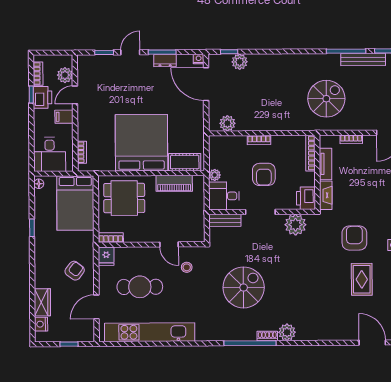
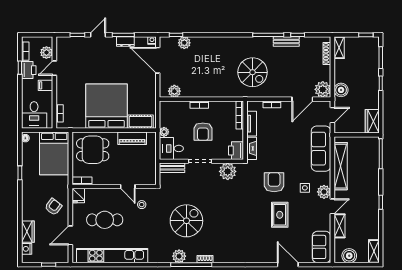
bench: (363, 59) -> (286, 41), width x0.73
spiral stairs: (326, 99) -> (253, 72), turned 90
plant: (287, 332) -> (179, 256), moved

